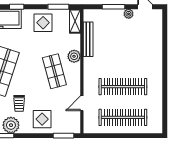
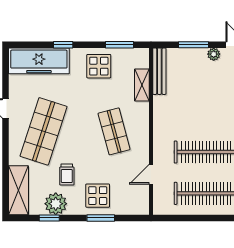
shelving: (75, 21) -> (142, 85), moved
bench: (88, 39) -> (159, 71), moved
plant: (74, 56) -> (140, 111), removed
window: (63, 136) -> (101, 218), moved

